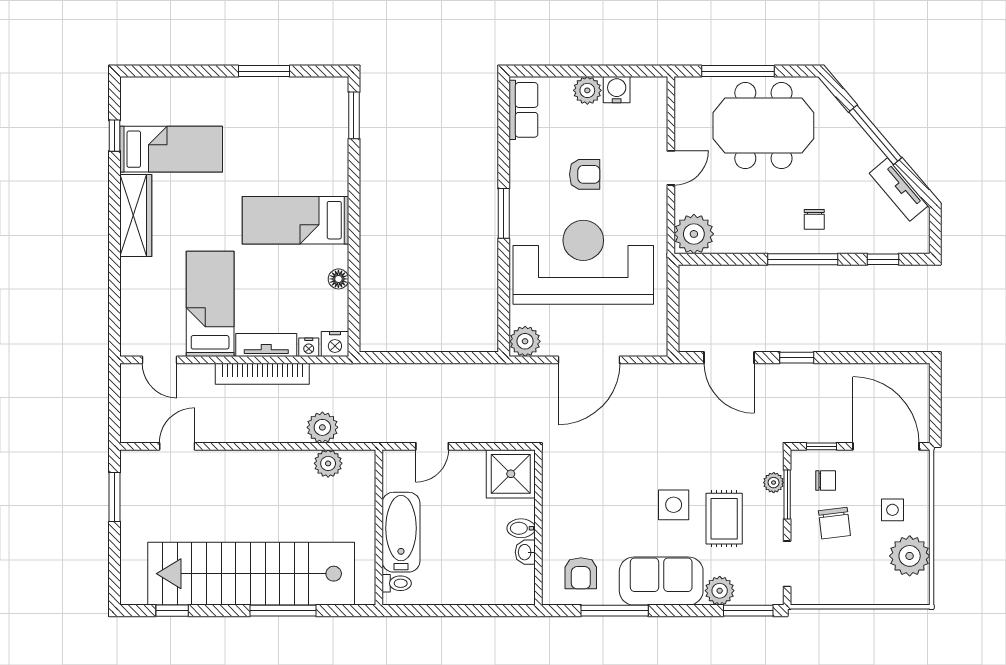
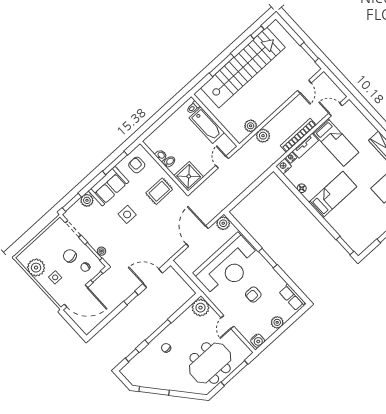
water cooler: (617, 90) -> (258, 341), moved
window: (875, 135) -> (154, 391), moved
tv unit: (899, 190) -> (148, 382), removed
rug: (724, 519) -> (159, 191), moved, turned 90

